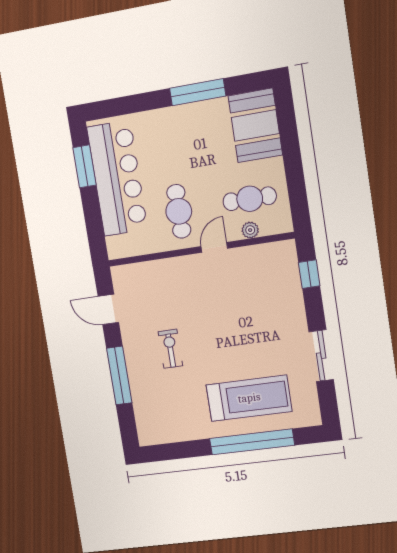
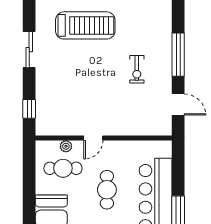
cafe table: (179, 211) -> (107, 190), moved
treadmill: (249, 398) -> (85, 25), turned 180

